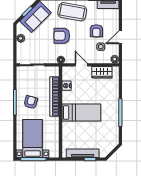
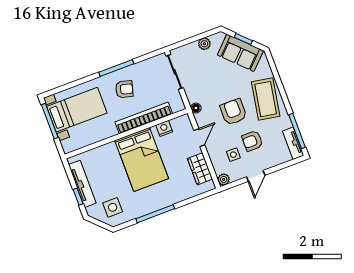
armchair: (62, 36) -> (233, 112), moved
door: (120, 37) -> (256, 176), swing flipped
bed: (81, 113) -> (142, 159), width x1.50
side table: (106, 139) -> (113, 207), added

